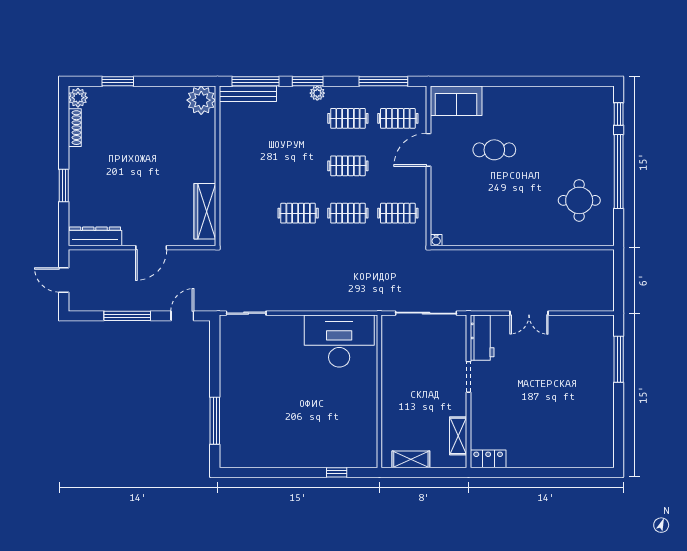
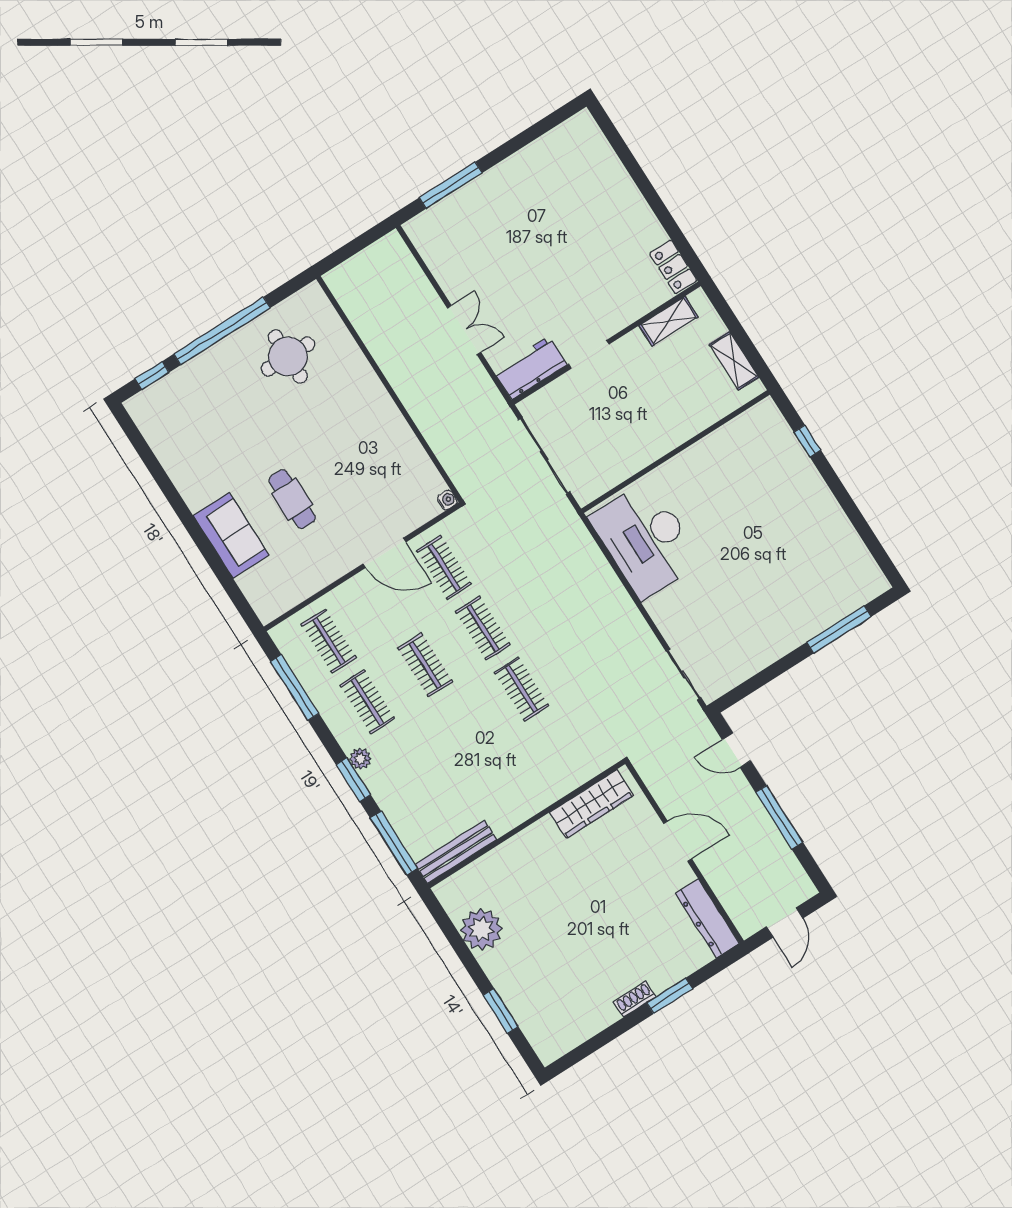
bench: (248, 94) -> (456, 852), moved, turned 90
plant: (78, 98) -> (552, 1047), removed
plant: (201, 100) -> (481, 929), moved
sofa: (456, 101) -> (231, 535), moved
shoe rack: (75, 128) -> (635, 999), moved, width x0.70
door: (429, 150) -> (384, 553), moved

